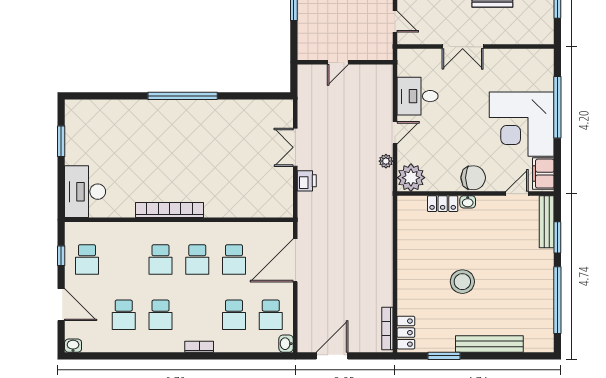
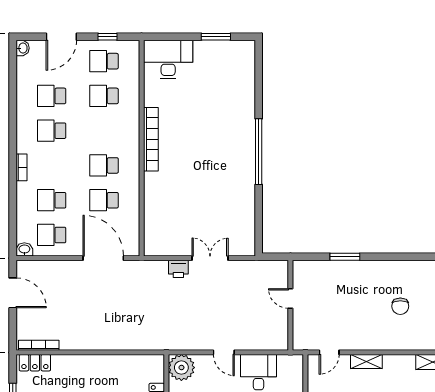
plant: (386, 161) -> (197, 344), removed
school desk: (160, 259) -> (104, 96), moved

